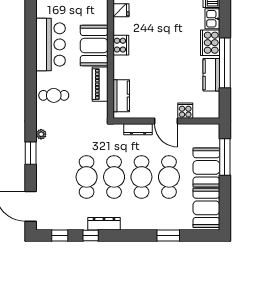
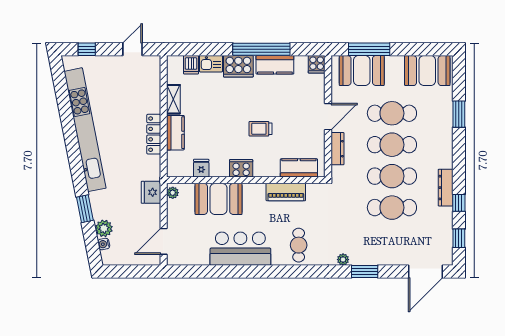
booth: (94, 45) -> (219, 199), moved
trolley: (155, 62) -> (260, 129), added
cooker: (185, 111) -> (317, 64), moved, turned -90
booth: (206, 167) -> (362, 70), moved

